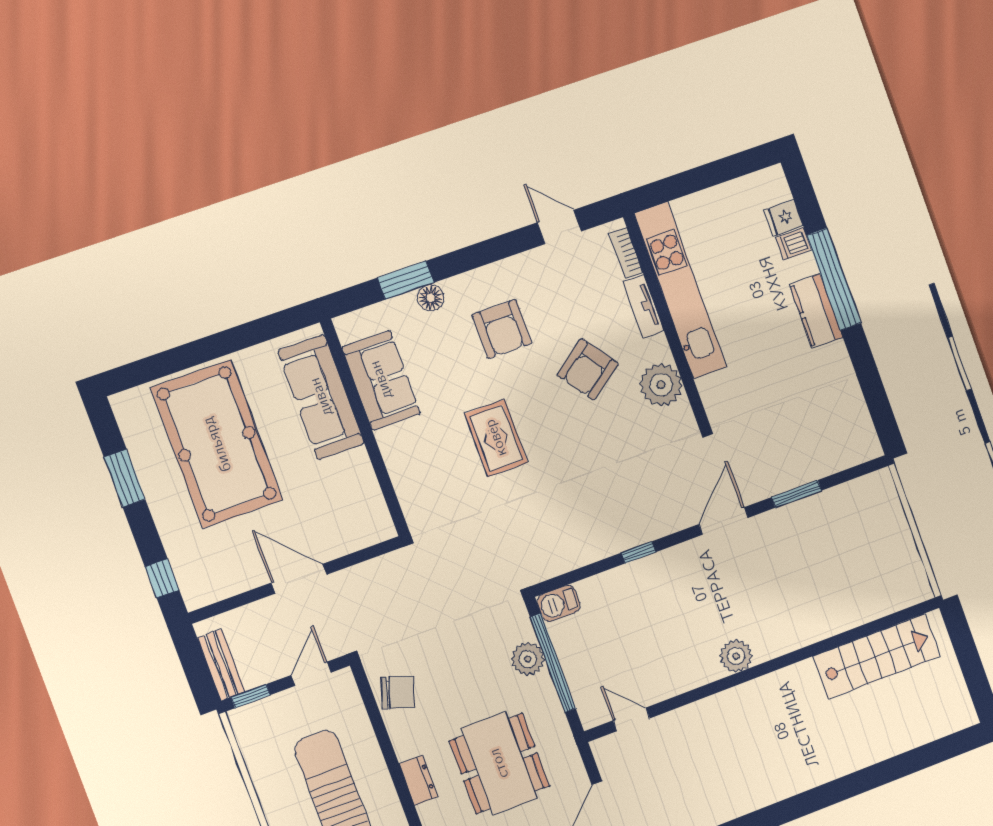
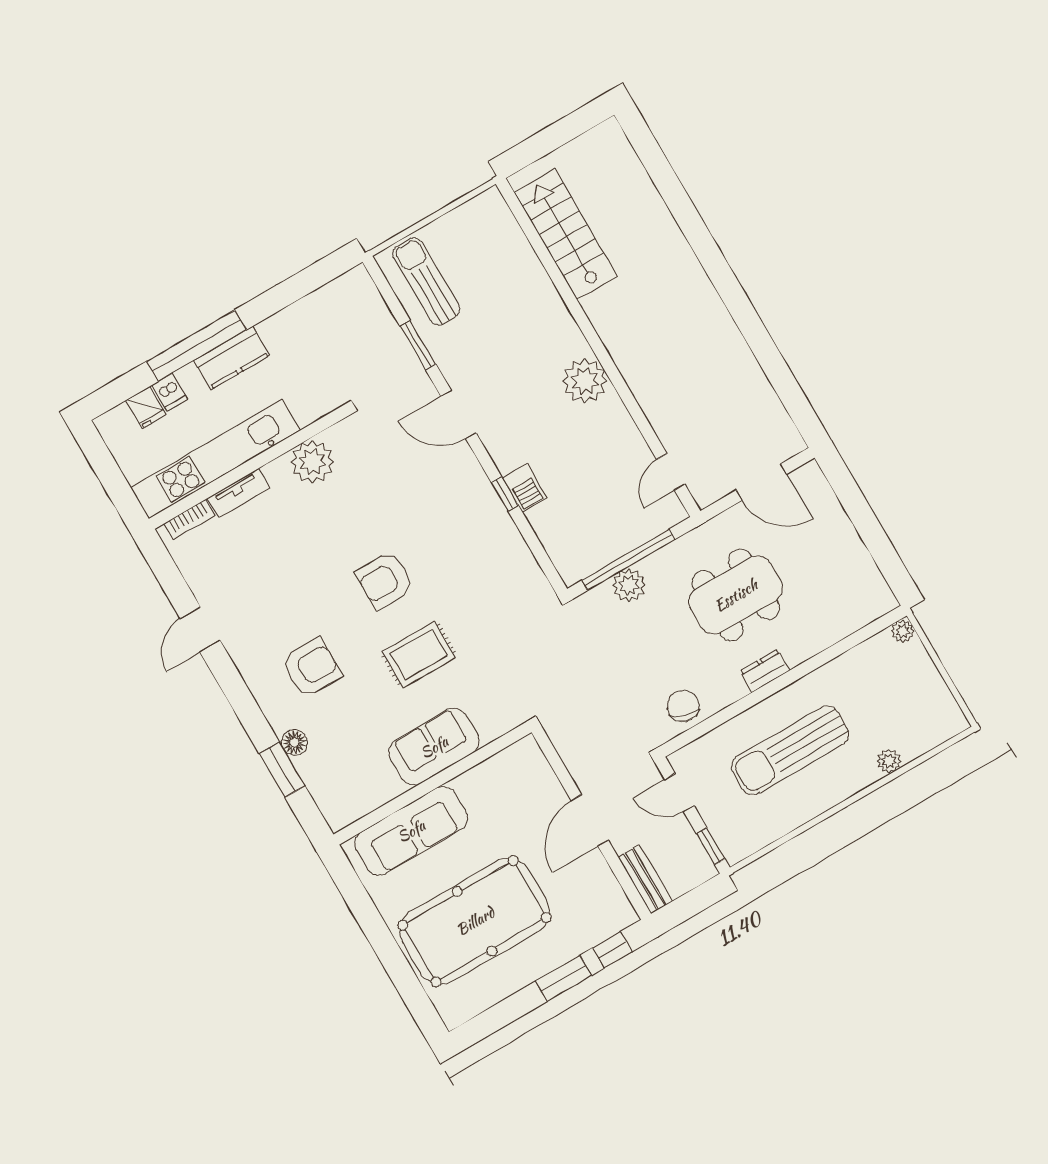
bookcase: (626, 253) -> (189, 520), moved
kitchen unit: (680, 290) -> (216, 459), moved
tv unit: (644, 306) -> (239, 493), moved
wall: (666, 320) -> (248, 468), moved
armchair: (588, 369) -> (385, 580), moved, turned 126
sofa: (381, 380) -> (434, 747), moved
plant: (661, 385) -> (312, 462), moved
window: (125, 478) -> (563, 978), moved
sun lounger: (856, 513) -> (426, 281), added
barbecue: (559, 603) -> (525, 488), moved
plant: (736, 656) -> (585, 381), width x1.36, depth x1.36
bench: (221, 665) -> (645, 879), moved, turned 90

